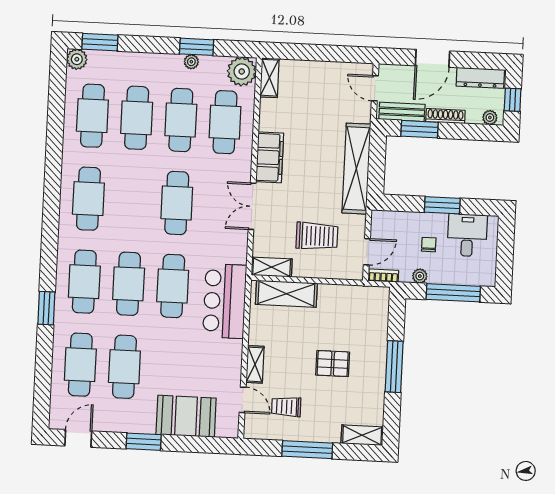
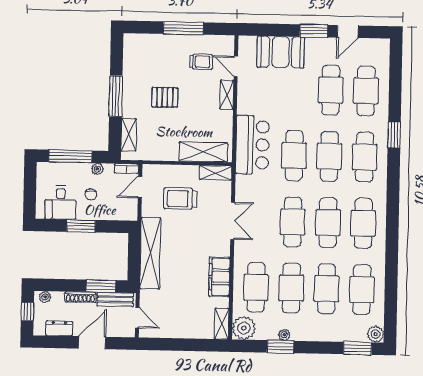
dresser: (480, 78) -> (59, 328), width x0.70
filing cabinet: (270, 157) -> (219, 277), moved
cafe table: (133, 201) -> (328, 223), added
shelving: (362, 435) -> (129, 135), moved, turned 90
door: (78, 438) -> (348, 32), moved

